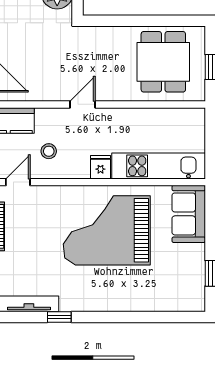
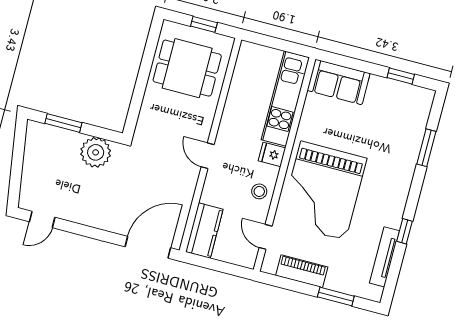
stool: (49, 151) -> (259, 191), moved
grand piano: (107, 230) -> (323, 191), moved
window: (147, 317) -> (426, 148), added

